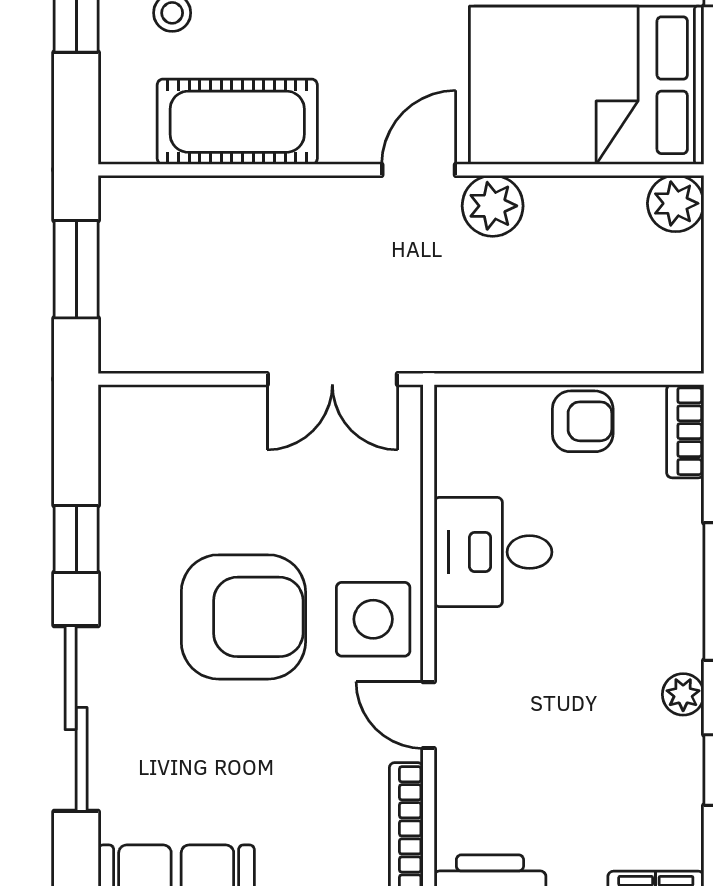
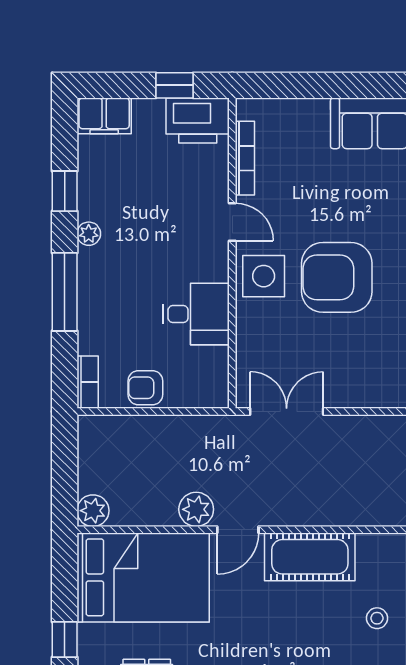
cot: (237, 122) -> (310, 557), moved

